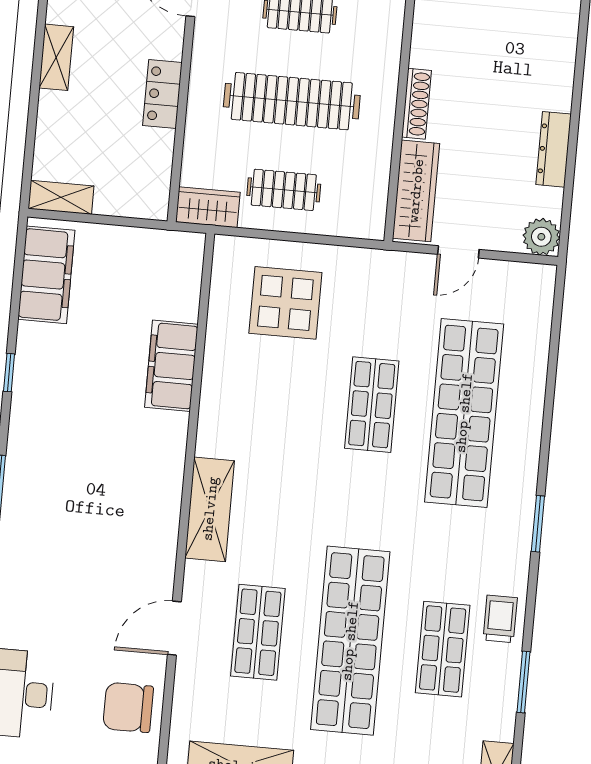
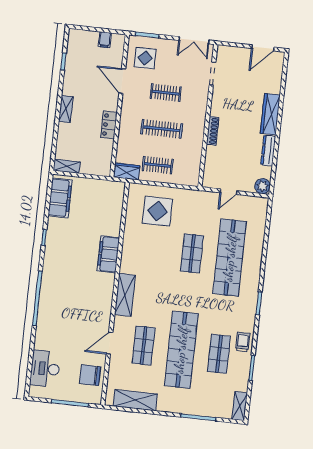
clothes rail: (292, 101) -> (162, 129), width x0.73, depth x0.76
wardrobe: (416, 191) -> (270, 114), moved, turned 180
filing cabinet: (171, 366) -> (108, 254), moved

